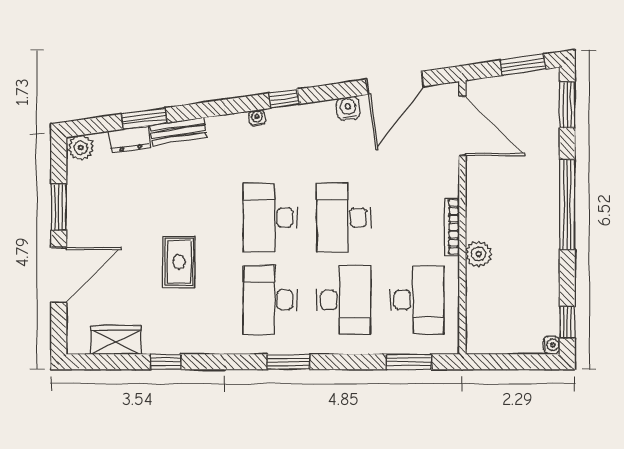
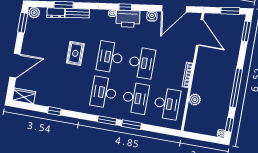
printer: (295, 124) -> (128, 19), added
window: (567, 204) -> (236, 88), moved
window: (59, 207) -> (23, 23), moved
desk: (344, 218) -> (142, 63), turned 180
plant: (478, 254) -> (195, 100), moved
rug: (179, 262) -> (75, 53), moved
wardrobe: (116, 340) -> (24, 96), moved
window: (409, 362) -> (131, 125), moved

